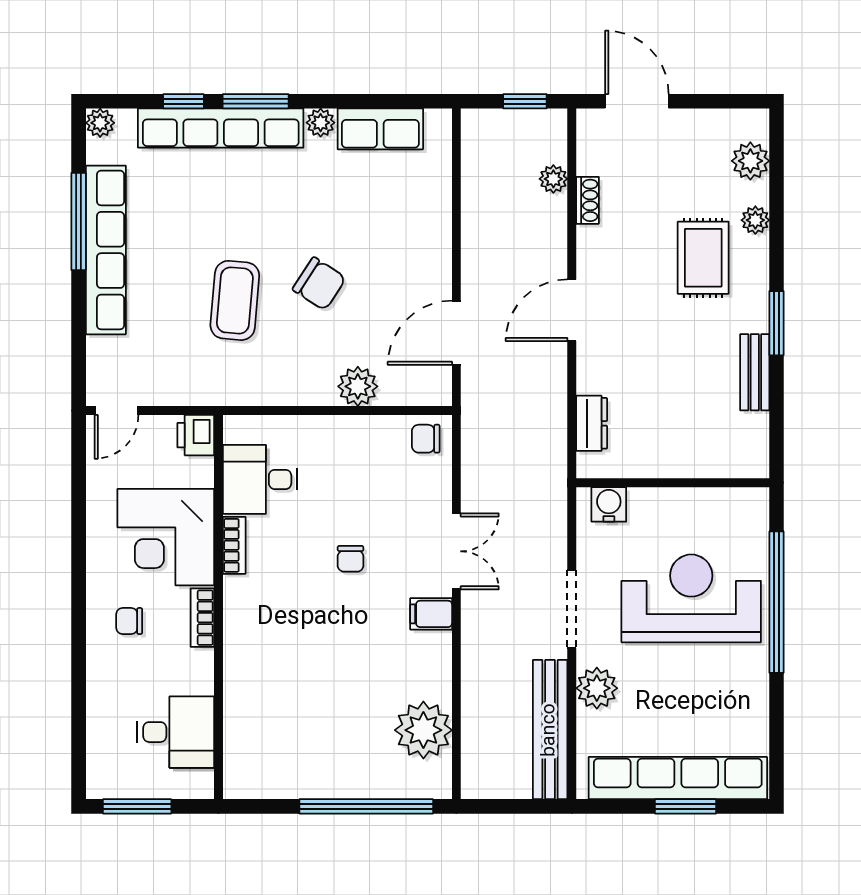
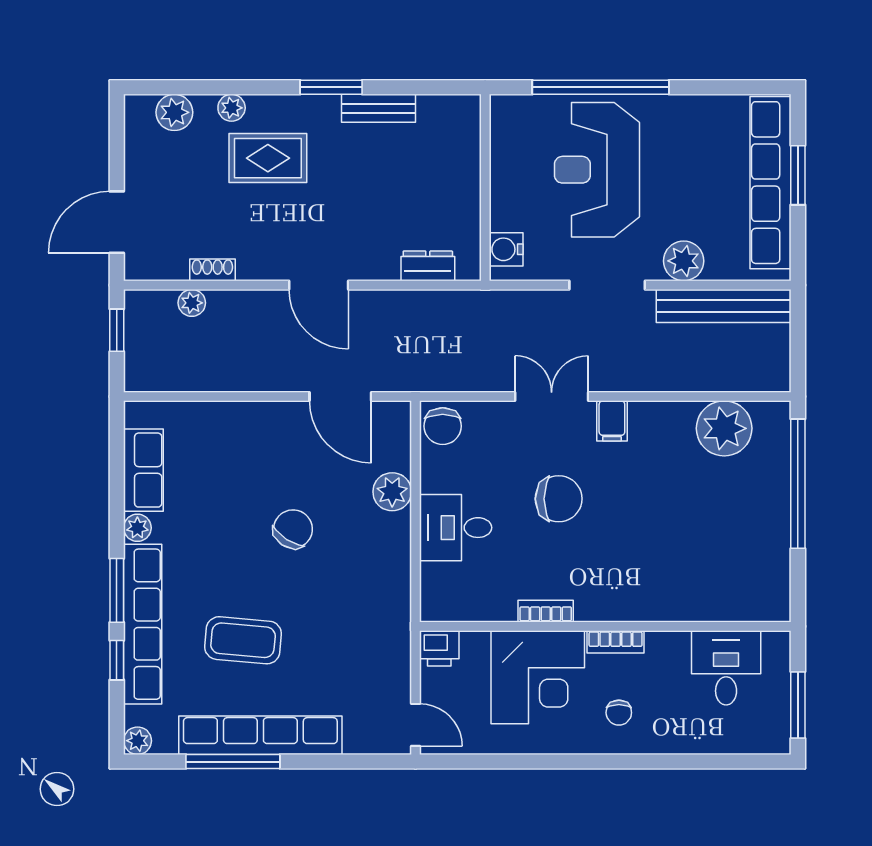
coffee table: (235, 300) -> (243, 640), moved
chair: (426, 439) -> (443, 426), width x1.37, depth x1.37
desk: (260, 479) -> (456, 528), moved, turned 90
chair: (351, 559) -> (559, 499), width x1.87, depth x1.87

